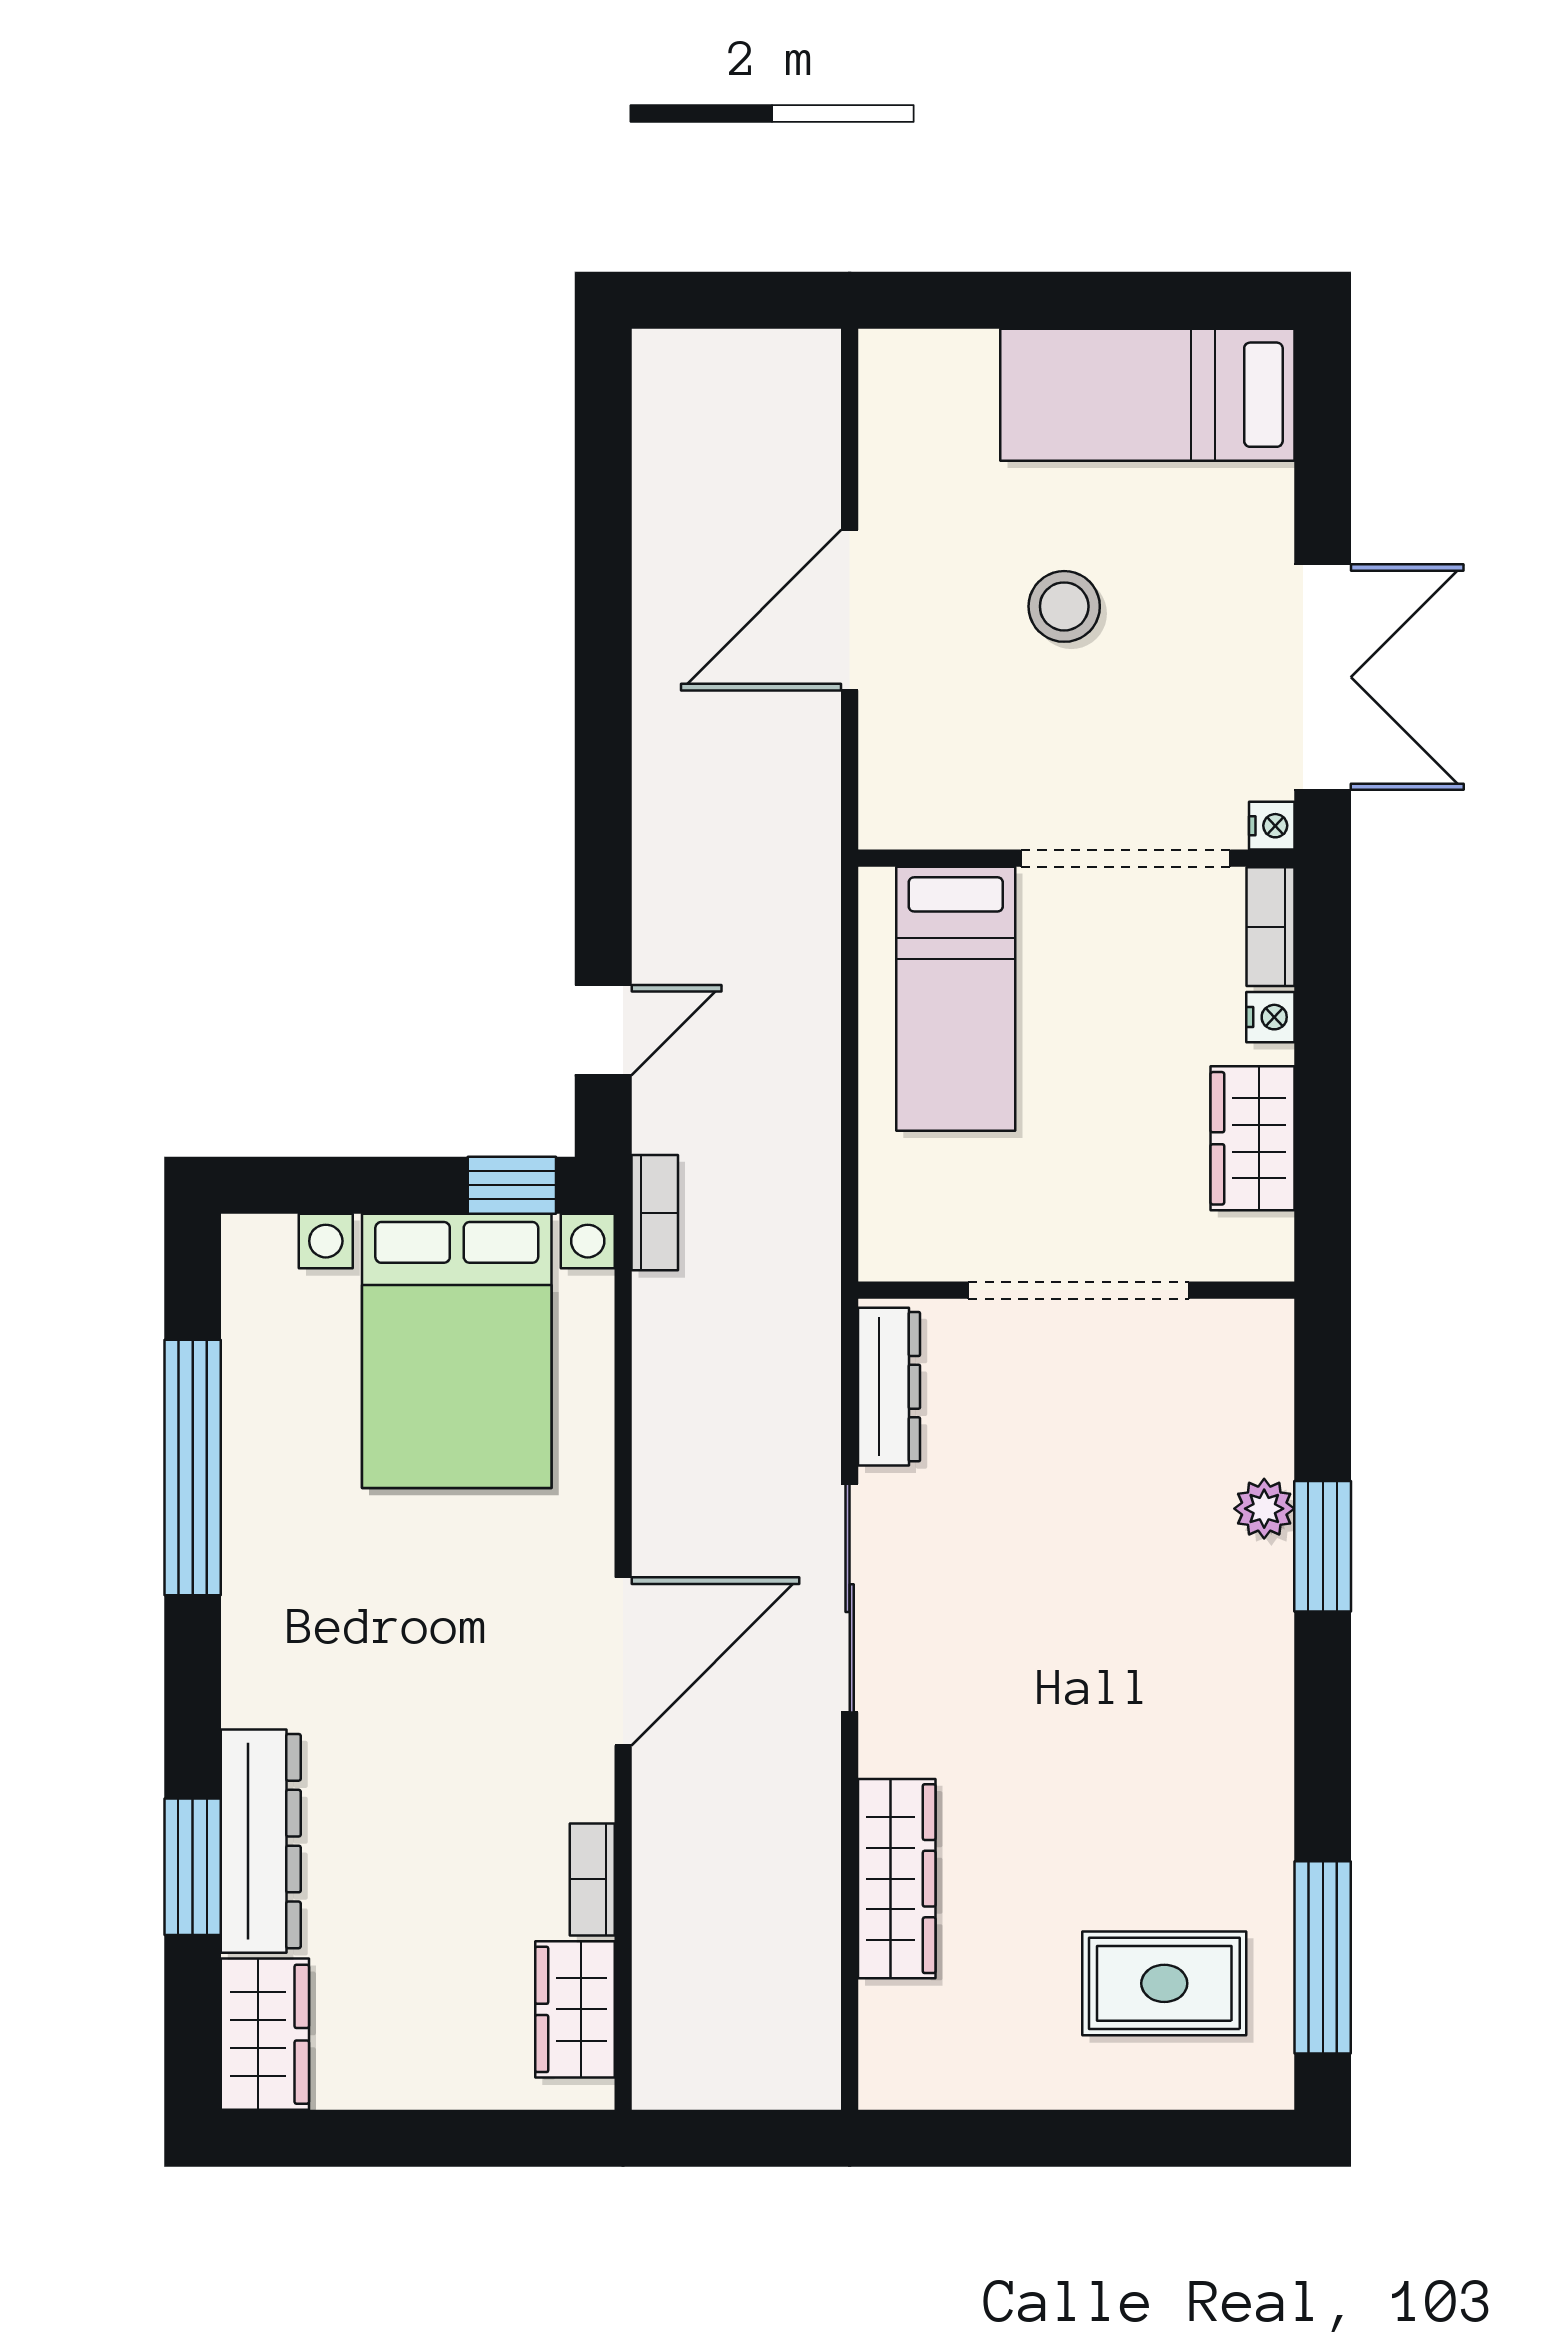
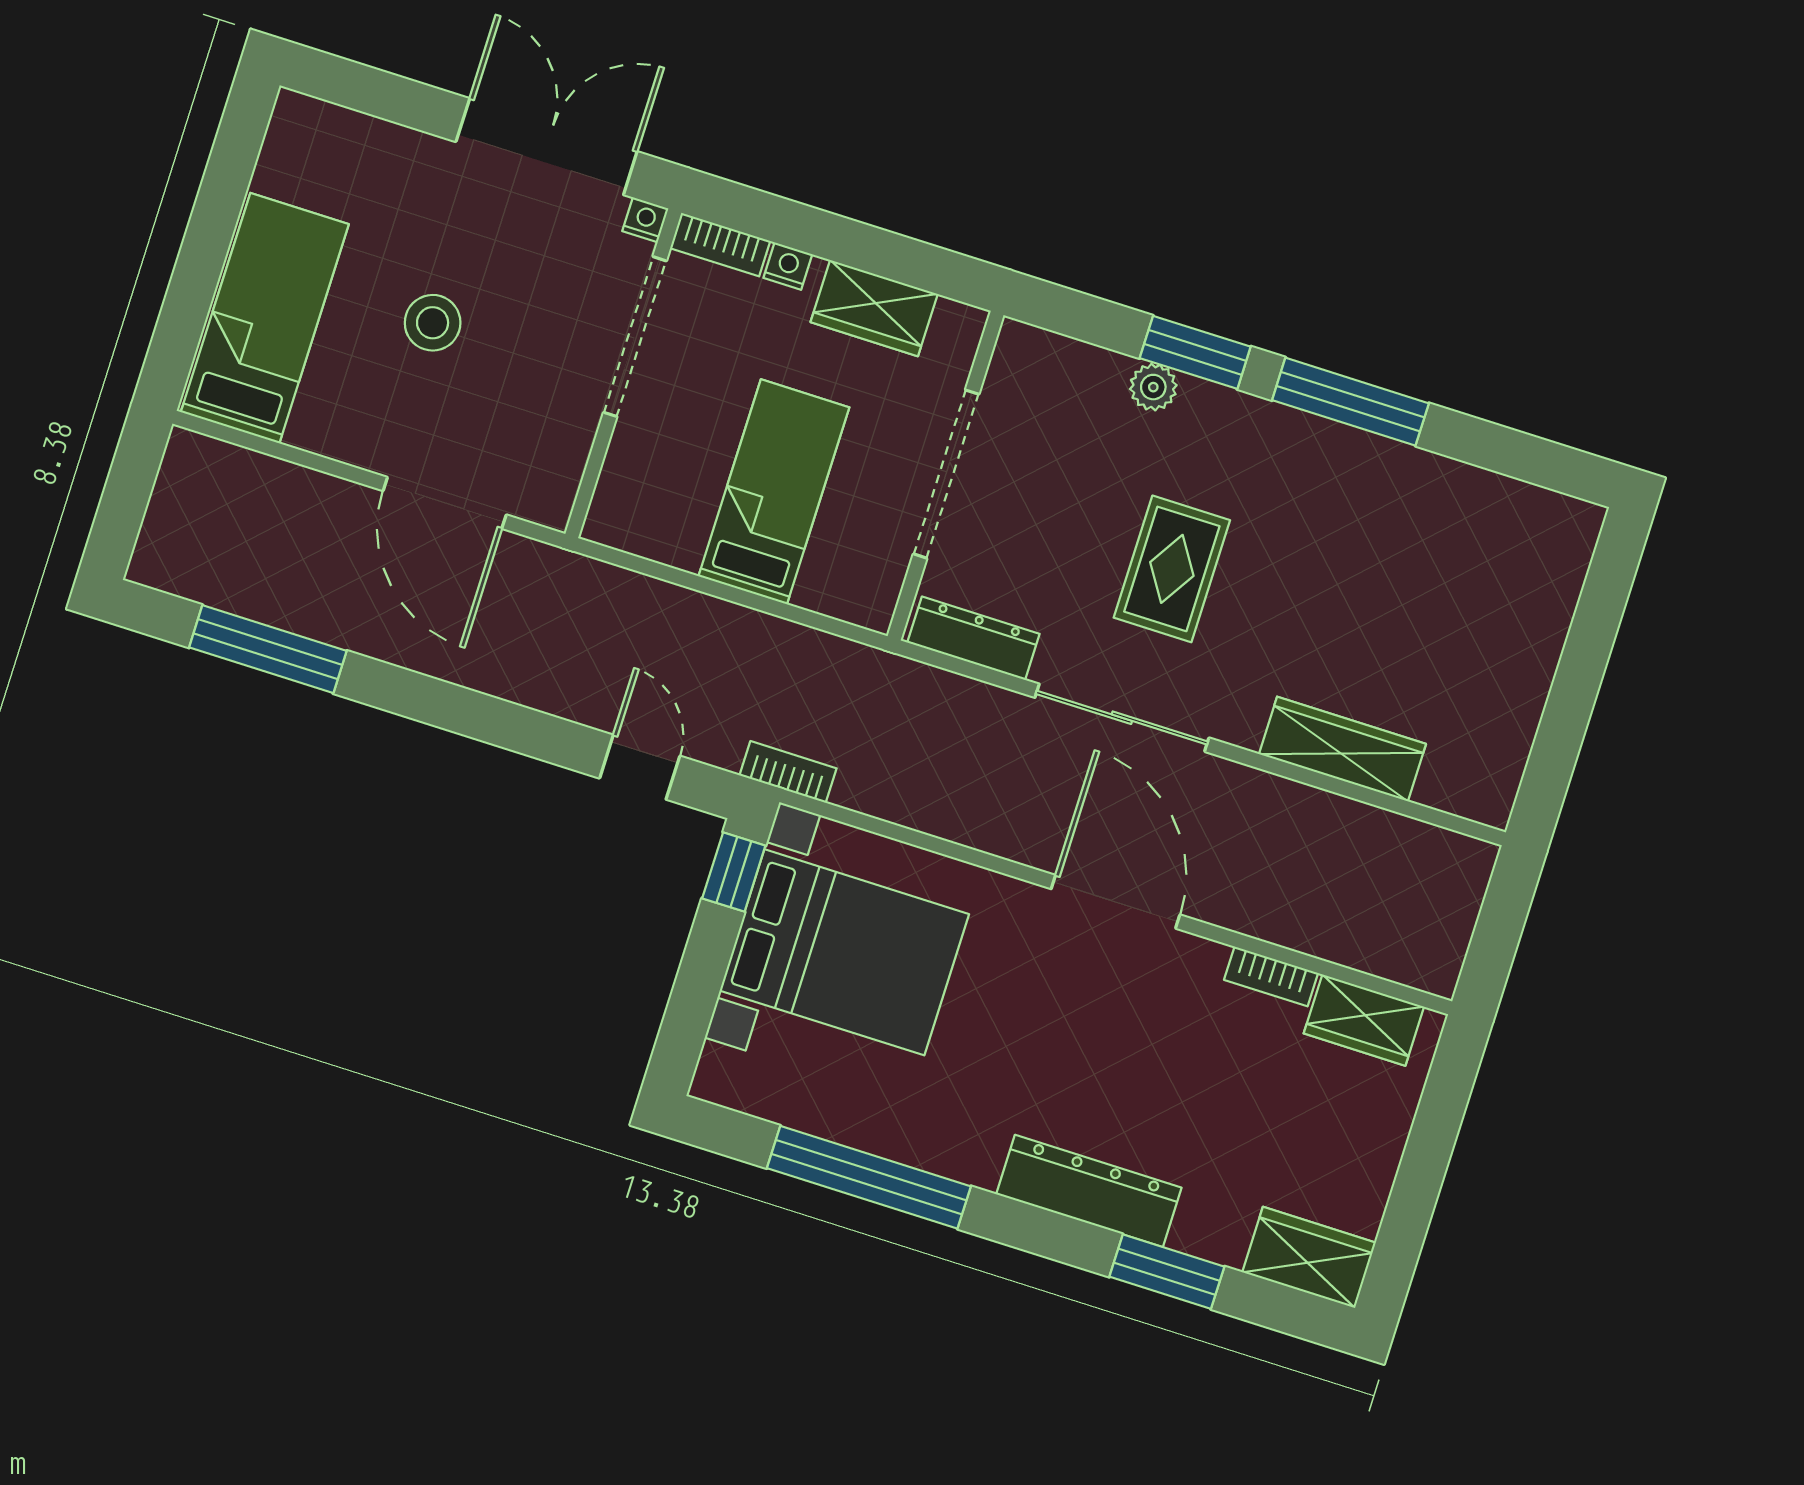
bed: (1147, 395) -> (265, 318), moved, turned 180
window: (603, 532) -> (268, 649), added
door: (850, 610) -> (445, 503), moved
bed: (956, 999) -> (774, 492), moved, turned -90
dresser: (261, 1841) -> (1089, 1191), moved
window: (1323, 1957) -> (1350, 402), moved
rug: (1164, 1983) -> (1172, 569), moved

